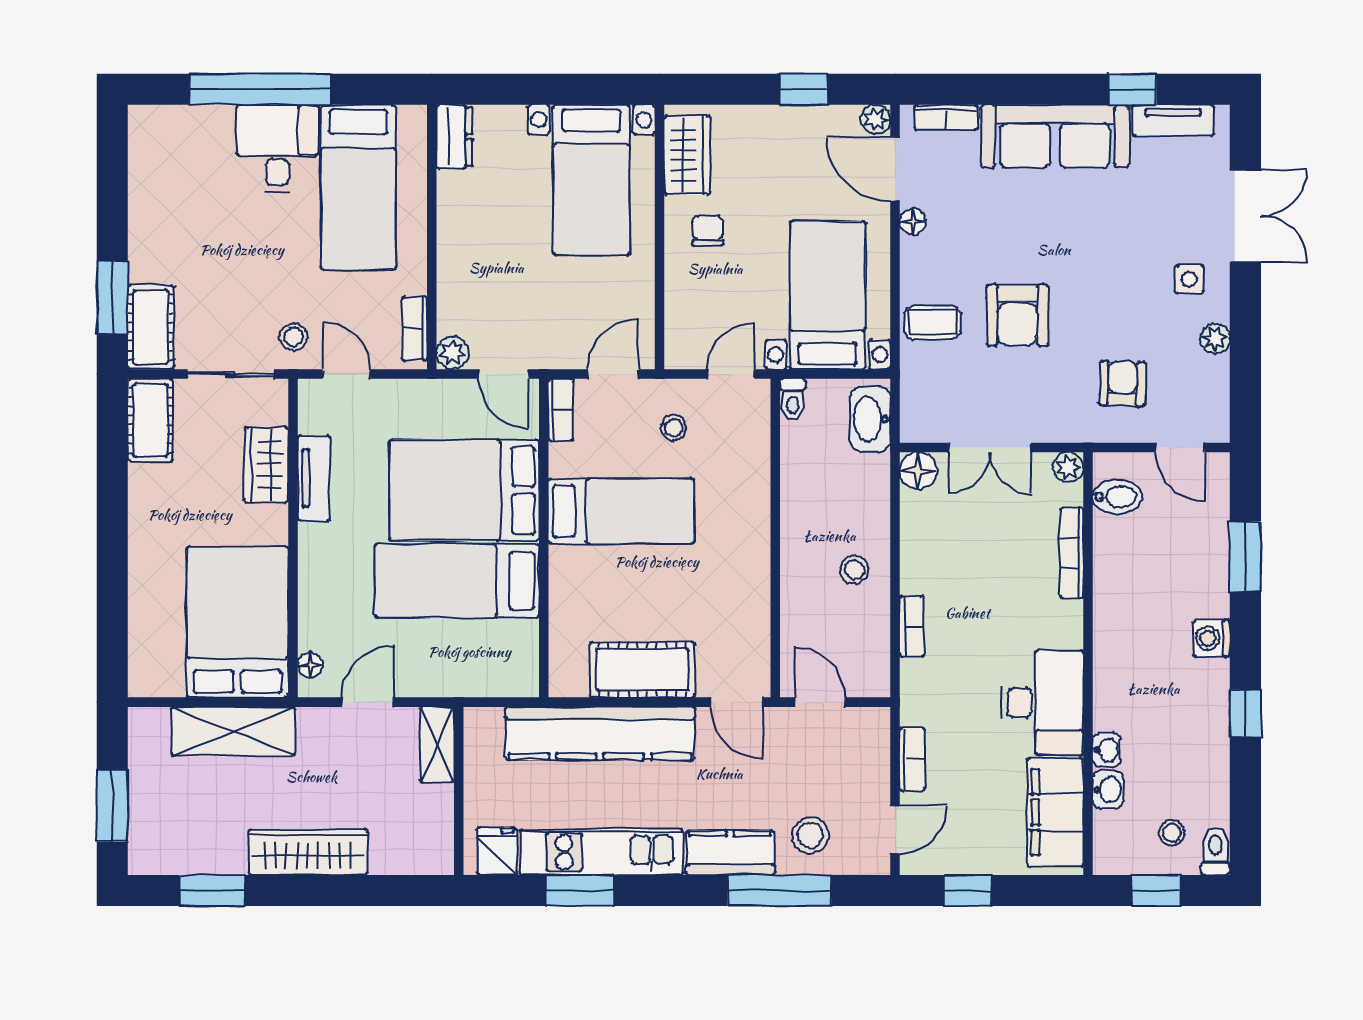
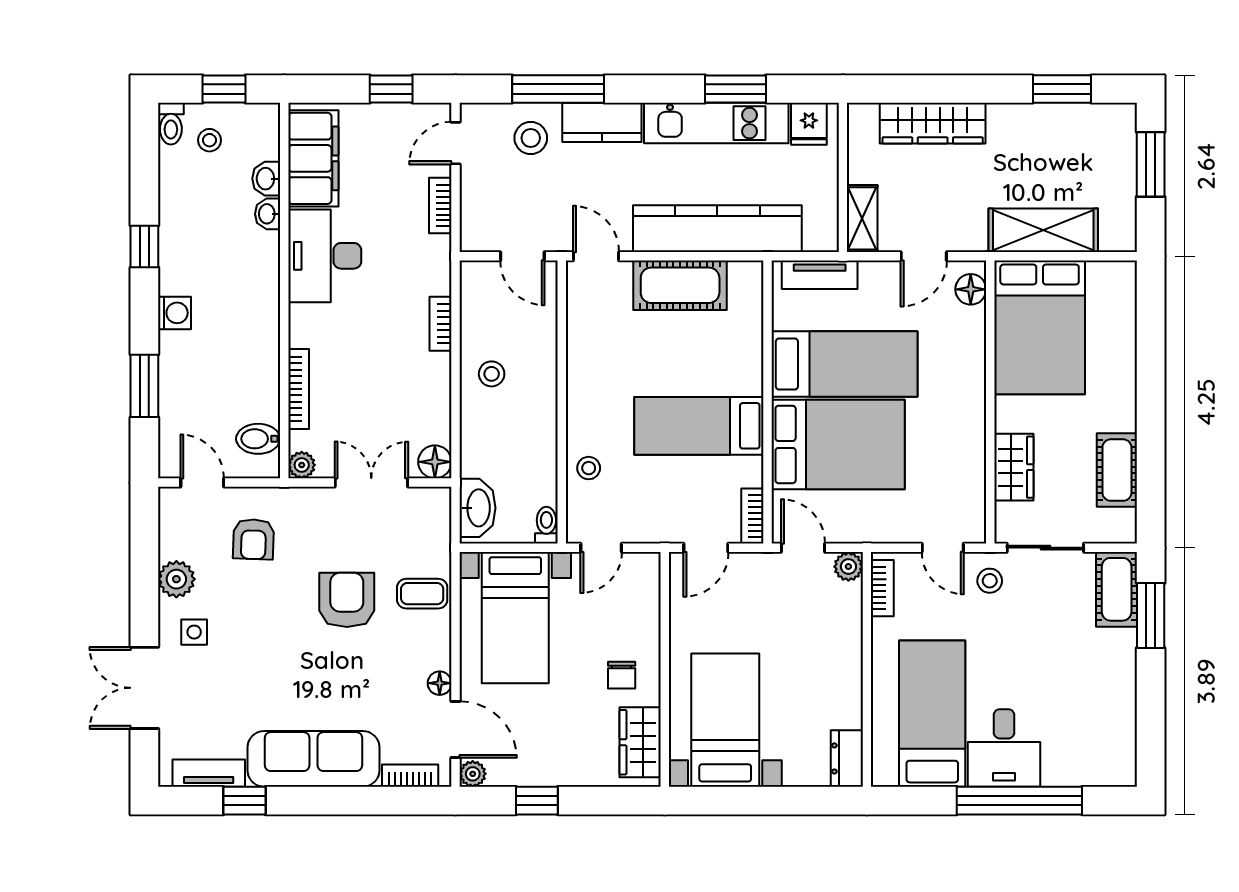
plant: (1215, 339) -> (176, 579), width x1.38, depth x1.38
cot: (150, 420) -> (1117, 470), moved
stool: (674, 428) -> (589, 468), moved
tv unit: (314, 478) -> (820, 275), moved, turned -90
floor lamp: (310, 665) -> (971, 289), width x1.37, depth x1.37
wardrobe: (308, 852) -> (933, 123), moved

